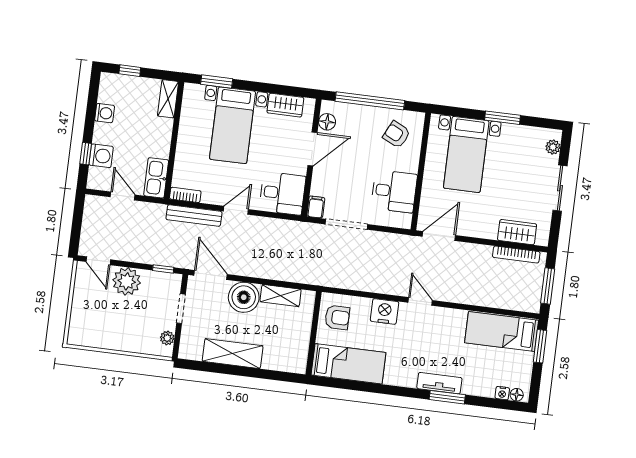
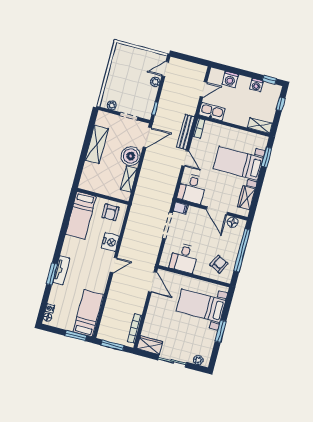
window: (86, 154) -> (269, 80), moved
wardrobe: (517, 232) -> (150, 345), moved, turned -90
plant: (127, 281) -> (155, 82), width x0.53, depth x0.53

